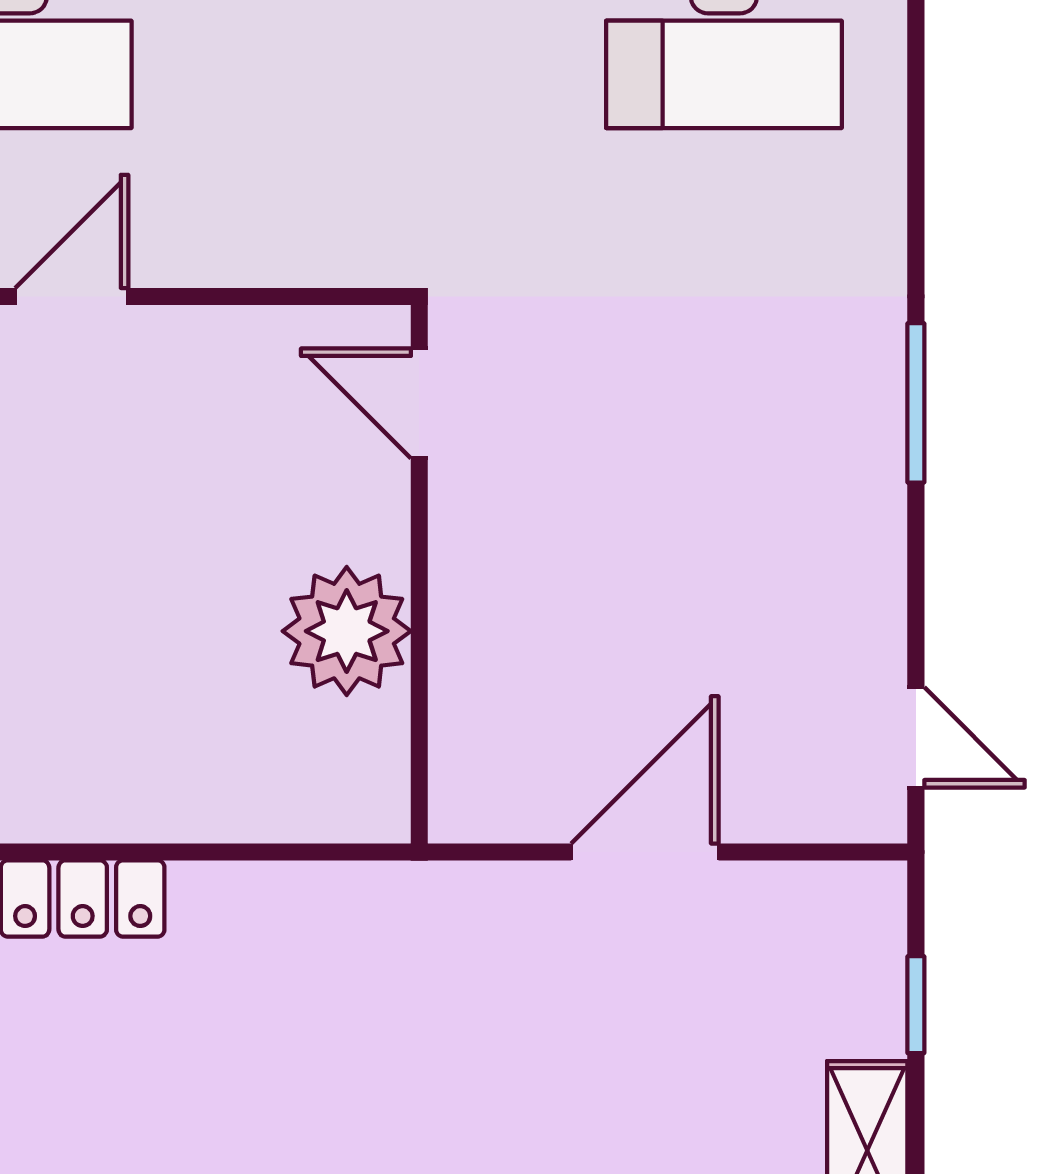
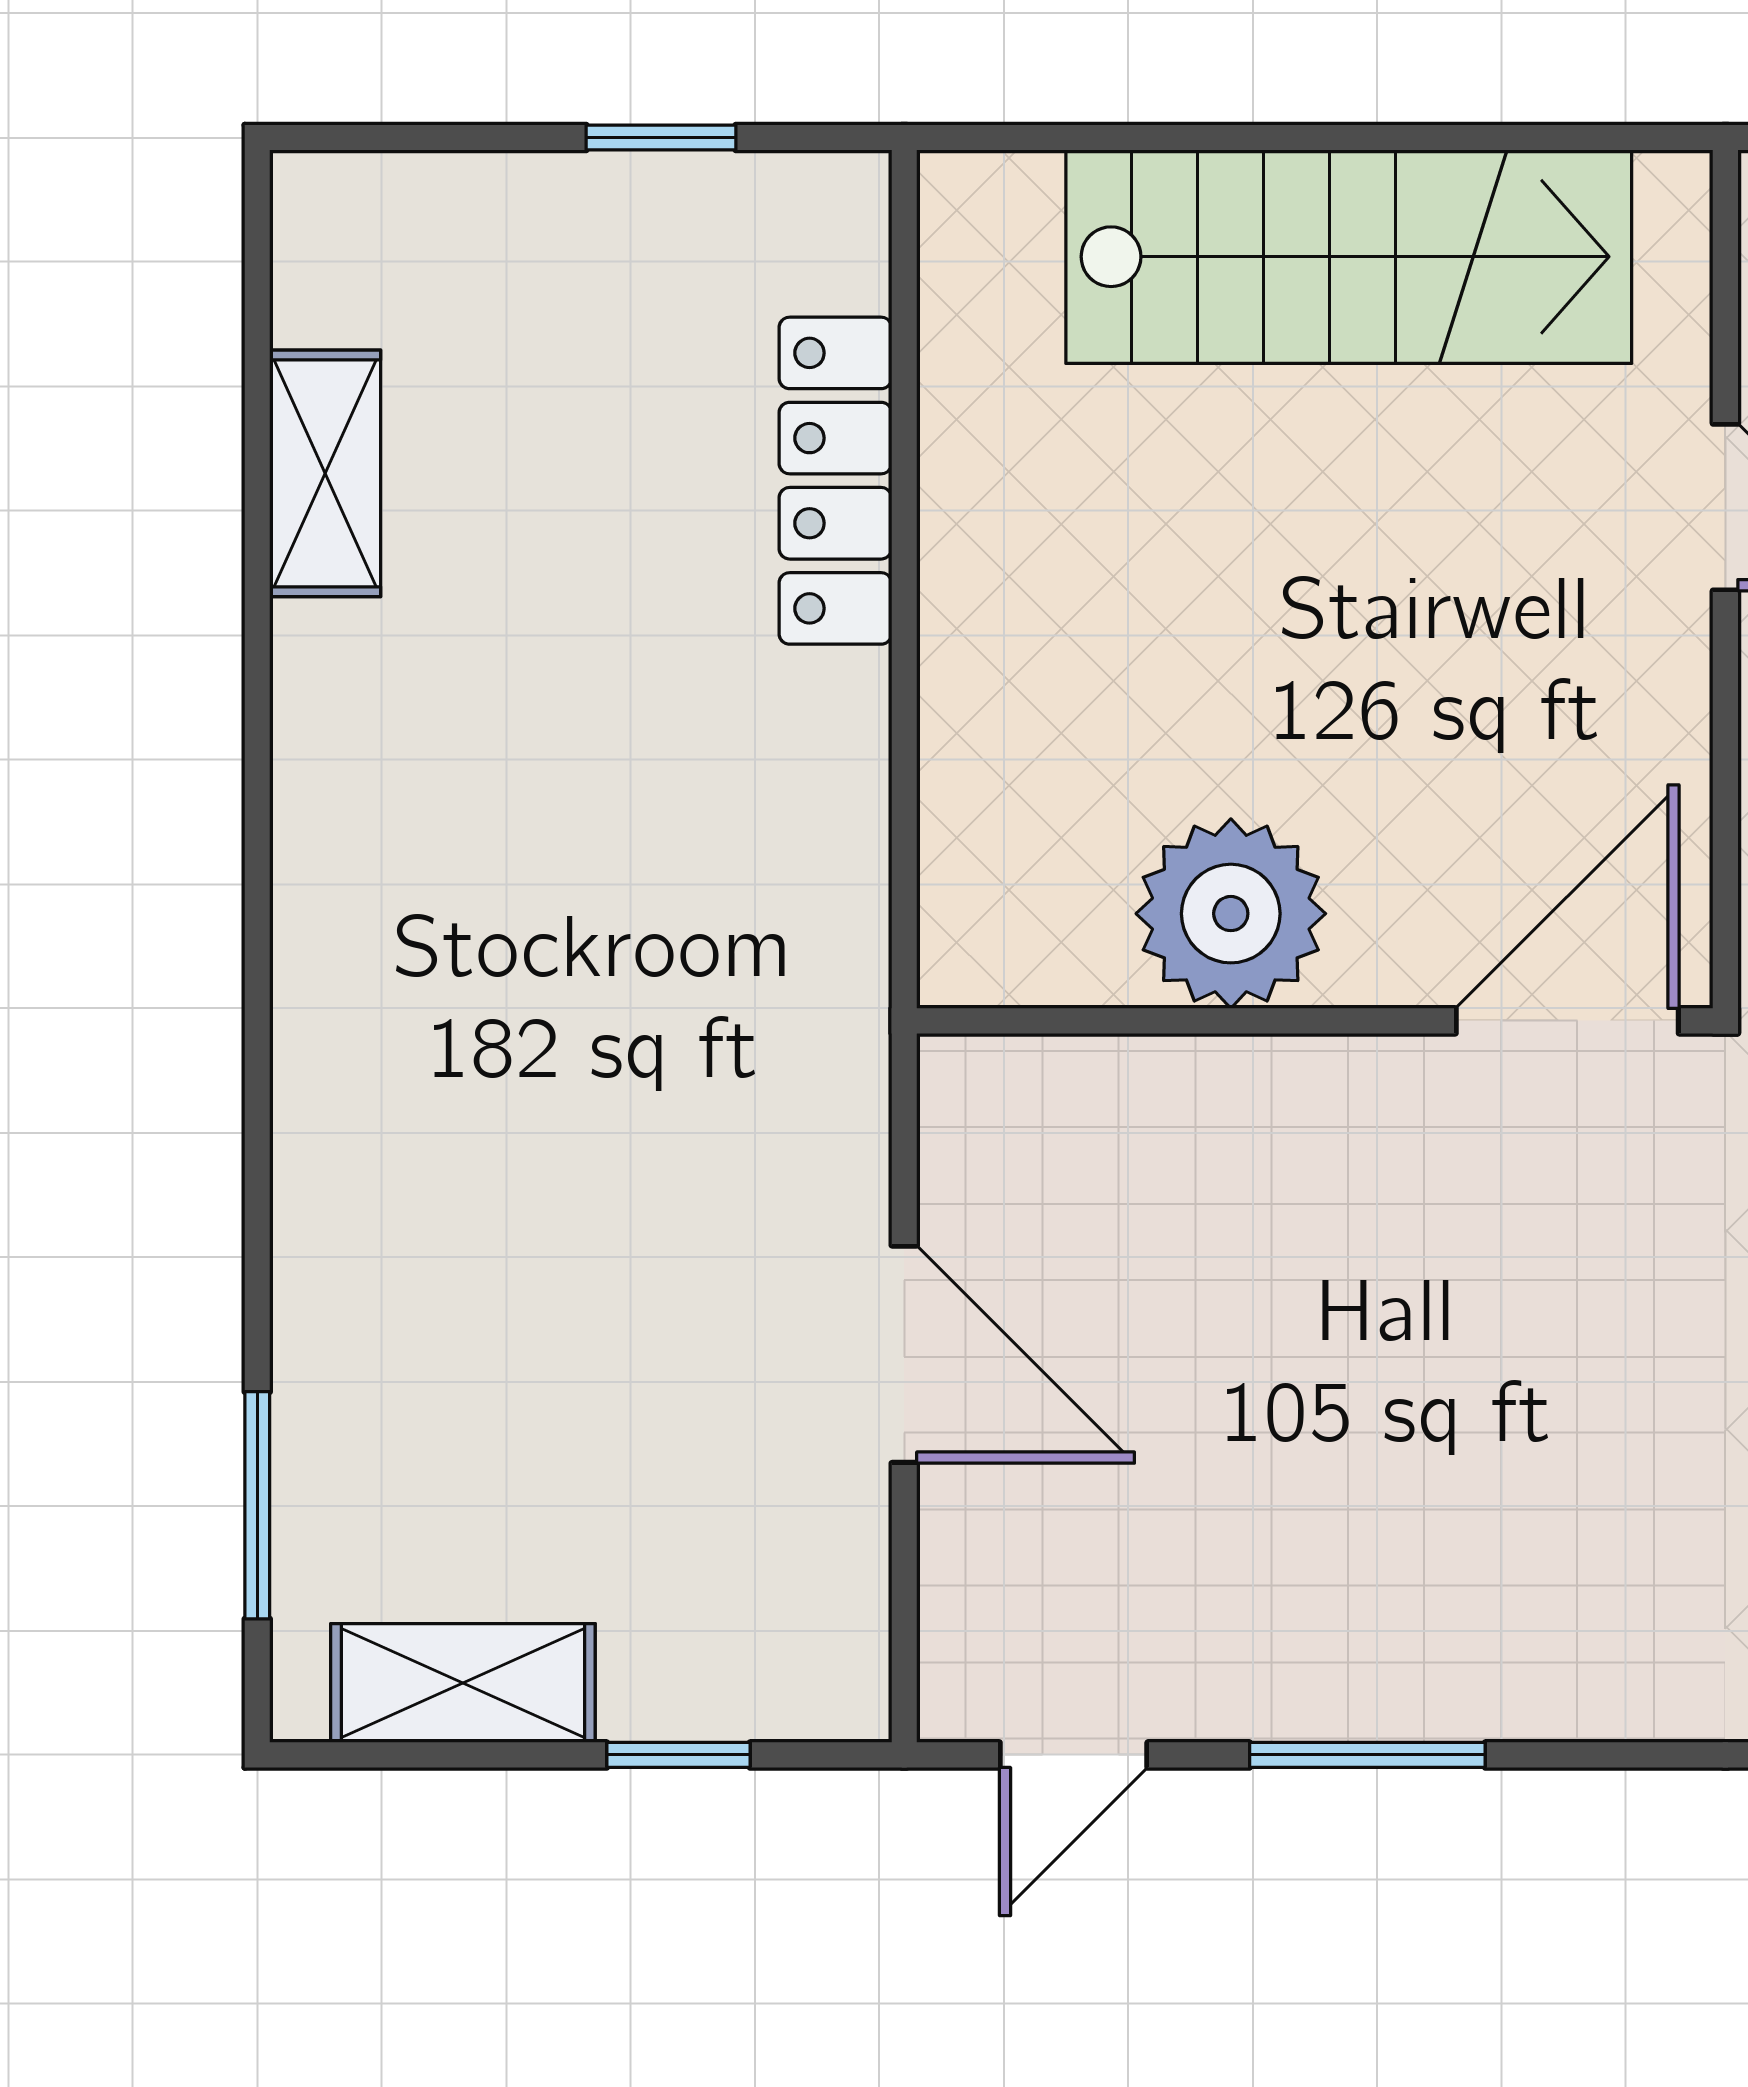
door: (419, 403) -> (1567, 1021), width x1.38
window: (916, 403) -> (1367, 1755), moved

